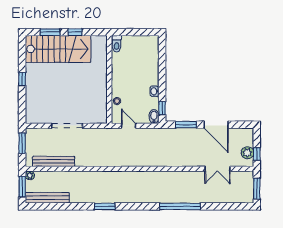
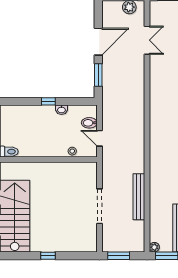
window: (162, 108) -> (48, 101), moved
bidet: (154, 117) -> (89, 123), moved
door: (129, 126) -> (99, 138), hinge flipped
bench: (54, 161) -> (139, 197), moved

